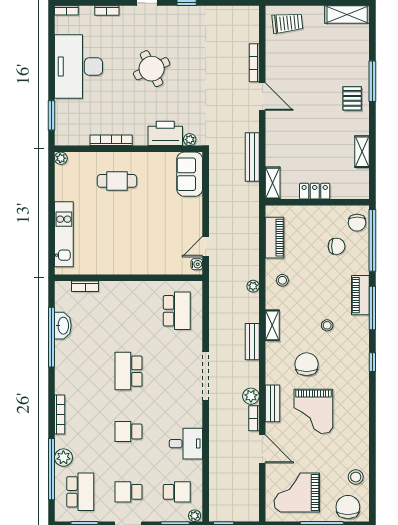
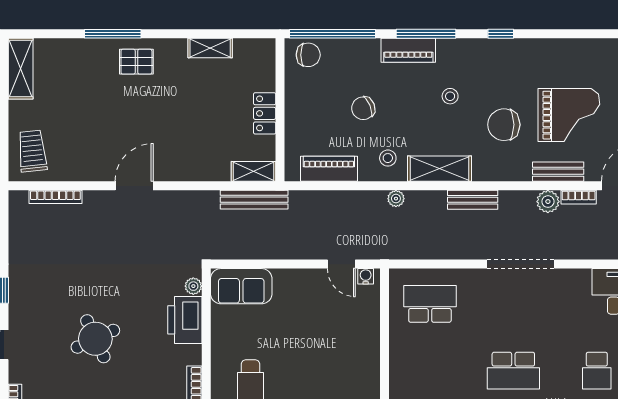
bookcase: (254, 63) -> (55, 197), moved
bench: (252, 157) -> (254, 200), moved
chair: (337, 246) -> (363, 108), moved, turned -112
shelving: (272, 325) -> (439, 169), width x1.50, depth x1.33

